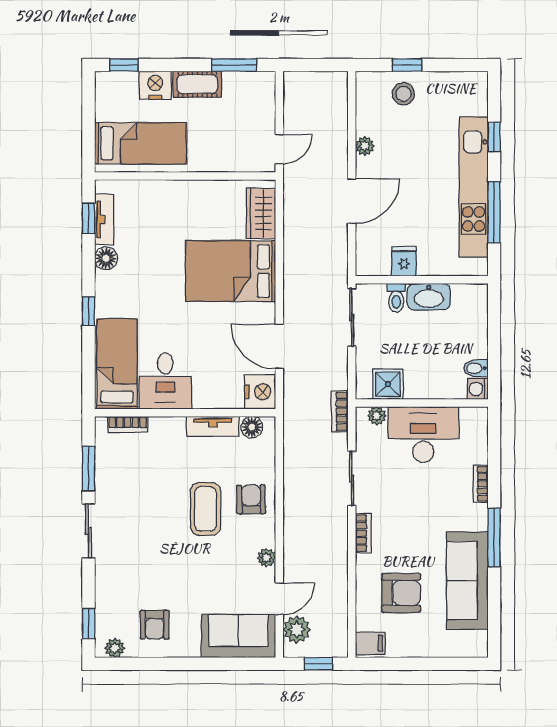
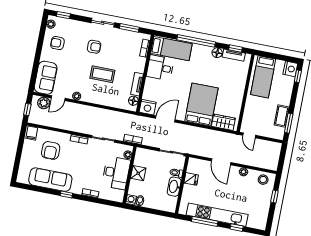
cot: (197, 84) -> (282, 116), moved
nightstand: (155, 85) -> (290, 69), moved
stool: (403, 94) -> (263, 180), moved
window: (88, 311) -> (196, 41), width x3.17
shower: (388, 384) -> (138, 173), moved
armchair: (251, 499) -> (94, 47), moved
window: (494, 537) -> (66, 195), width x0.46
door: (279, 599) -> (58, 98), hinge flipped

